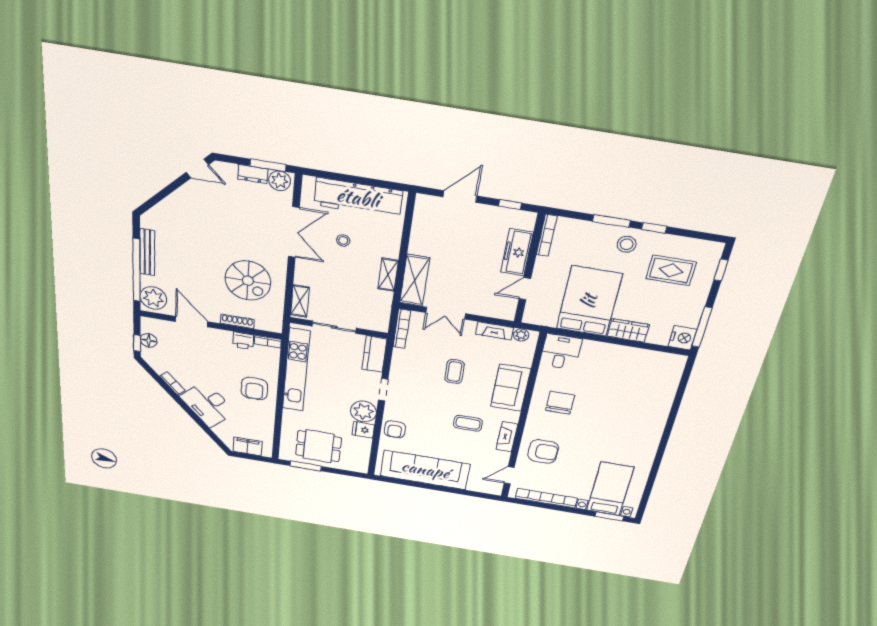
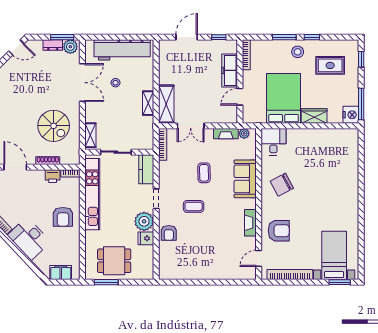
chair: (560, 403) -> (282, 185), turned -118
coffee table: (468, 423) -> (194, 206), moved
sofa: (425, 470) -> (196, 267), removed

